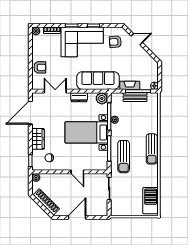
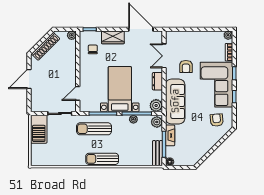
door: (137, 39) -> (219, 143), removed
armchair: (40, 67) -> (186, 67), moved
double door: (55, 91) -> (164, 56), swing flipped
bench: (135, 97) -> (158, 153), moved
plant: (117, 98) -> (157, 122), added
door: (77, 172) -> (78, 93), moved
barbecue: (151, 201) -> (39, 129), moved, turned 90
door: (77, 217) -> (29, 79), swing flipped

